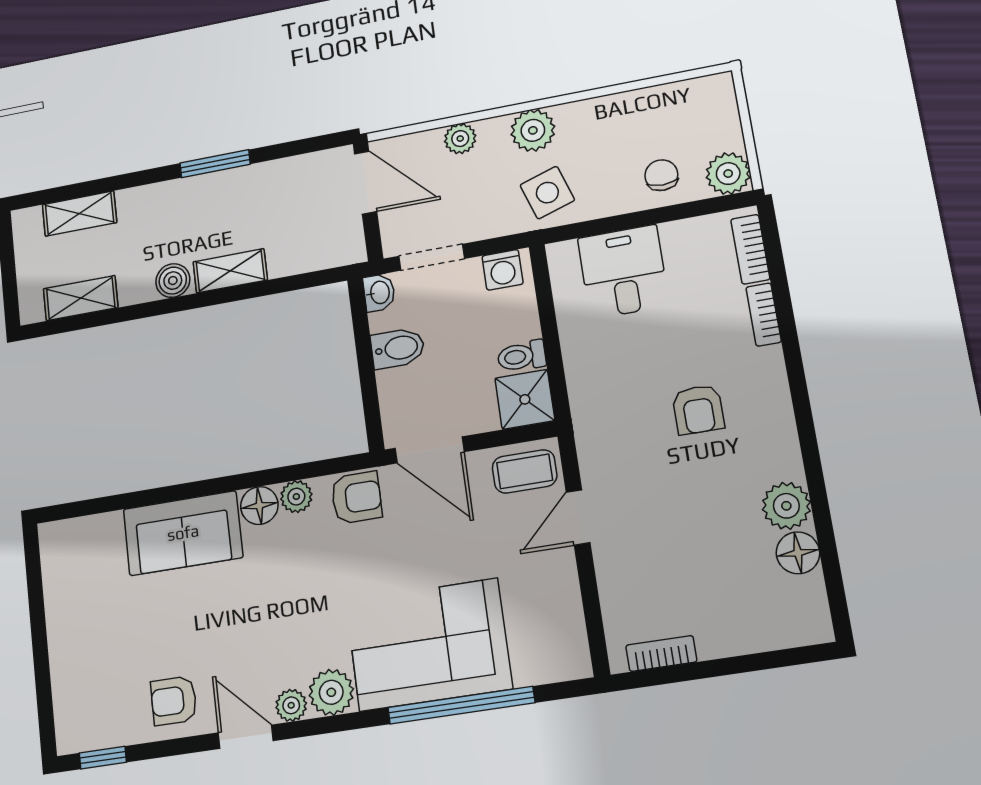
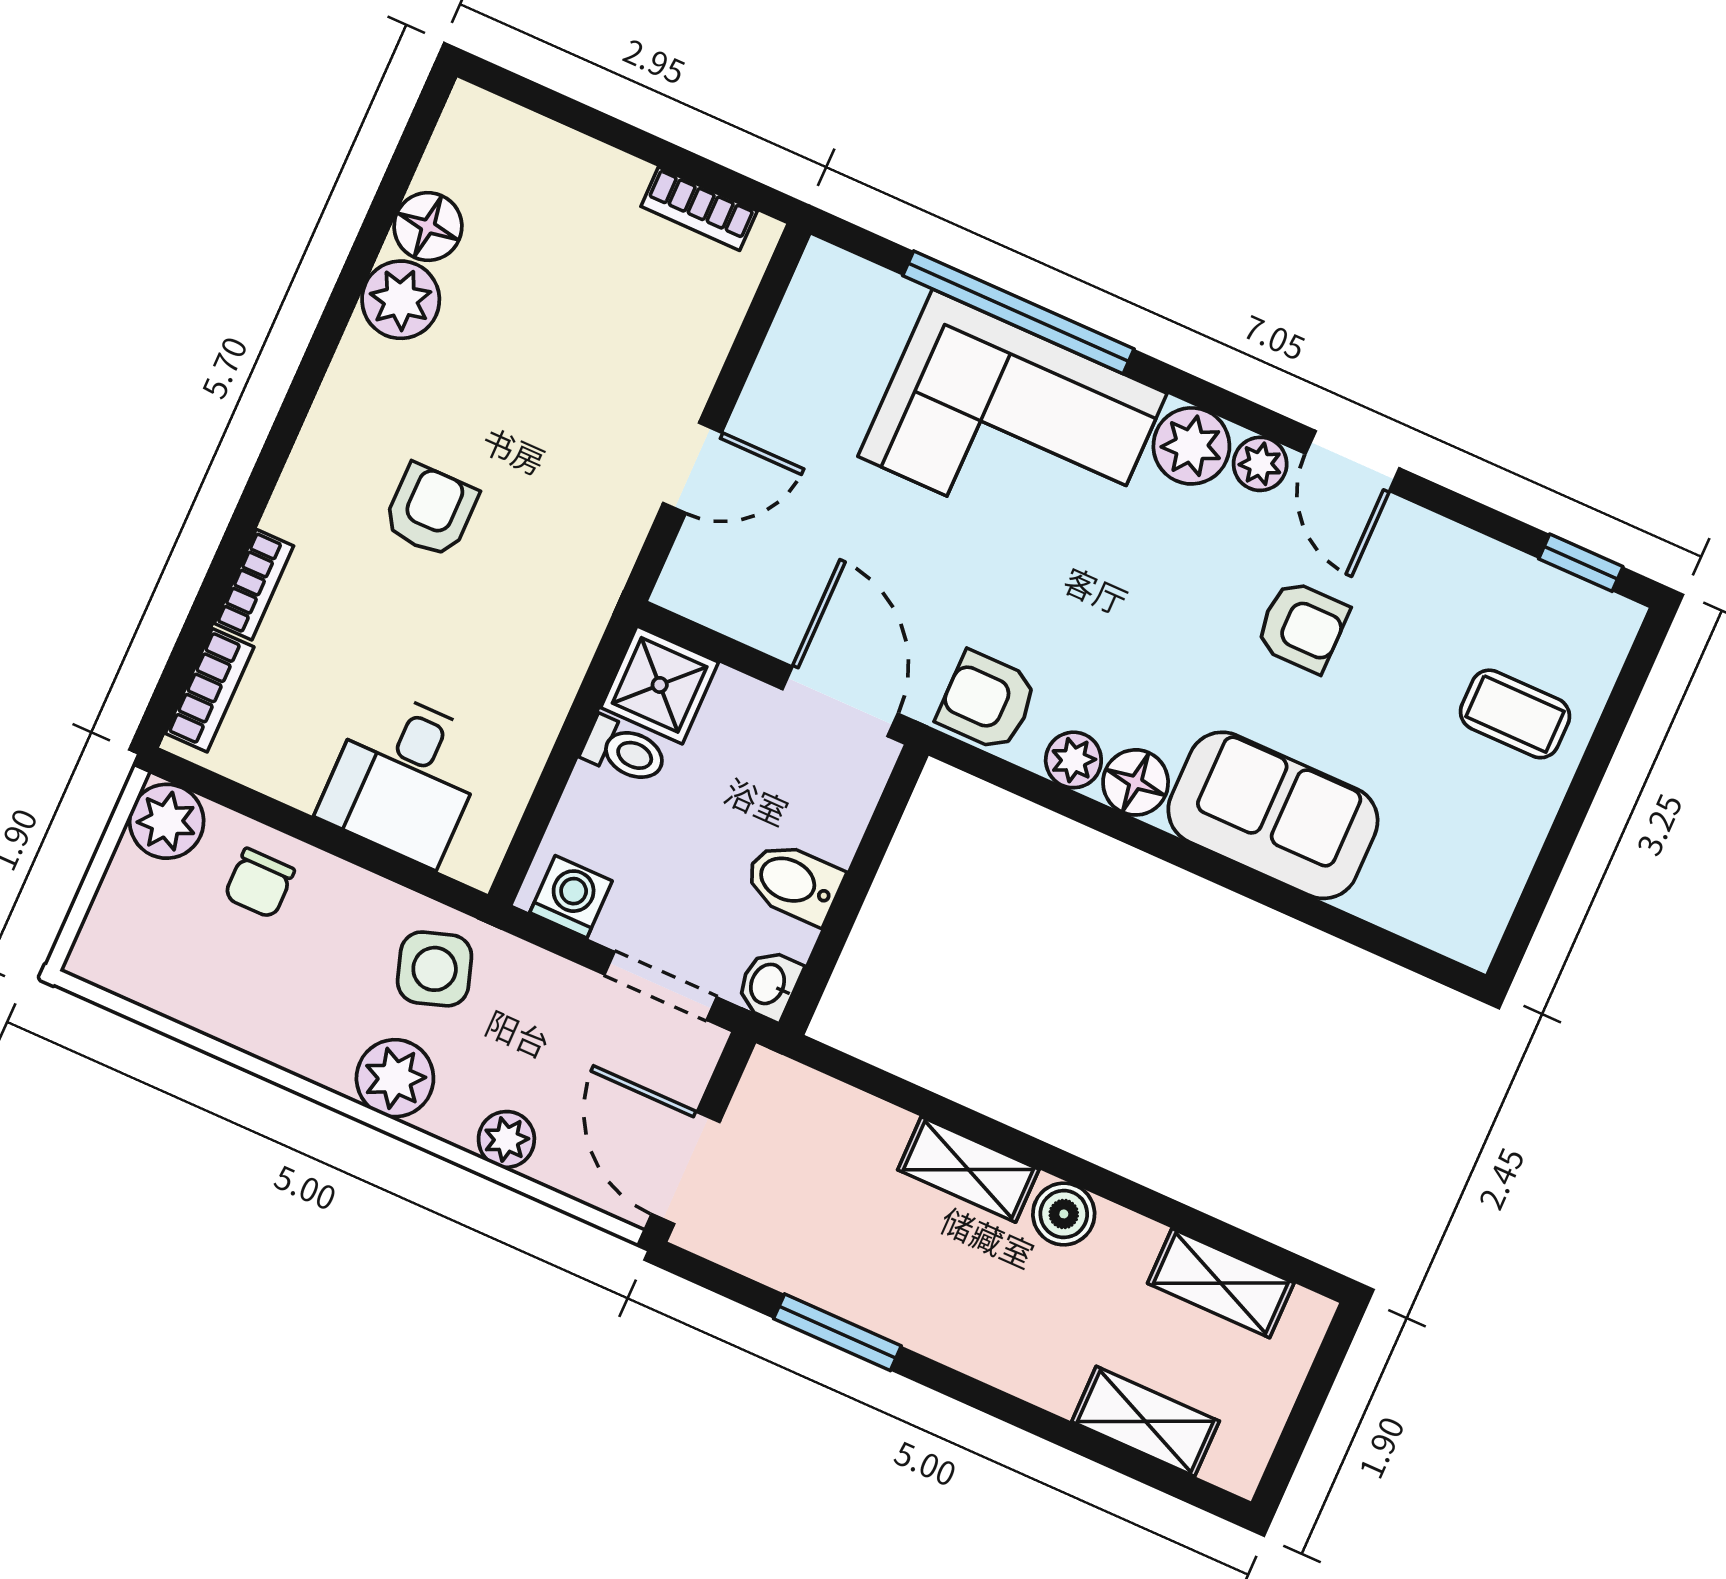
window: (215, 164) -> (837, 1332), moved
coffee table: (525, 471) -> (1515, 714), moved
armchair: (174, 701) -> (1302, 626), moved

